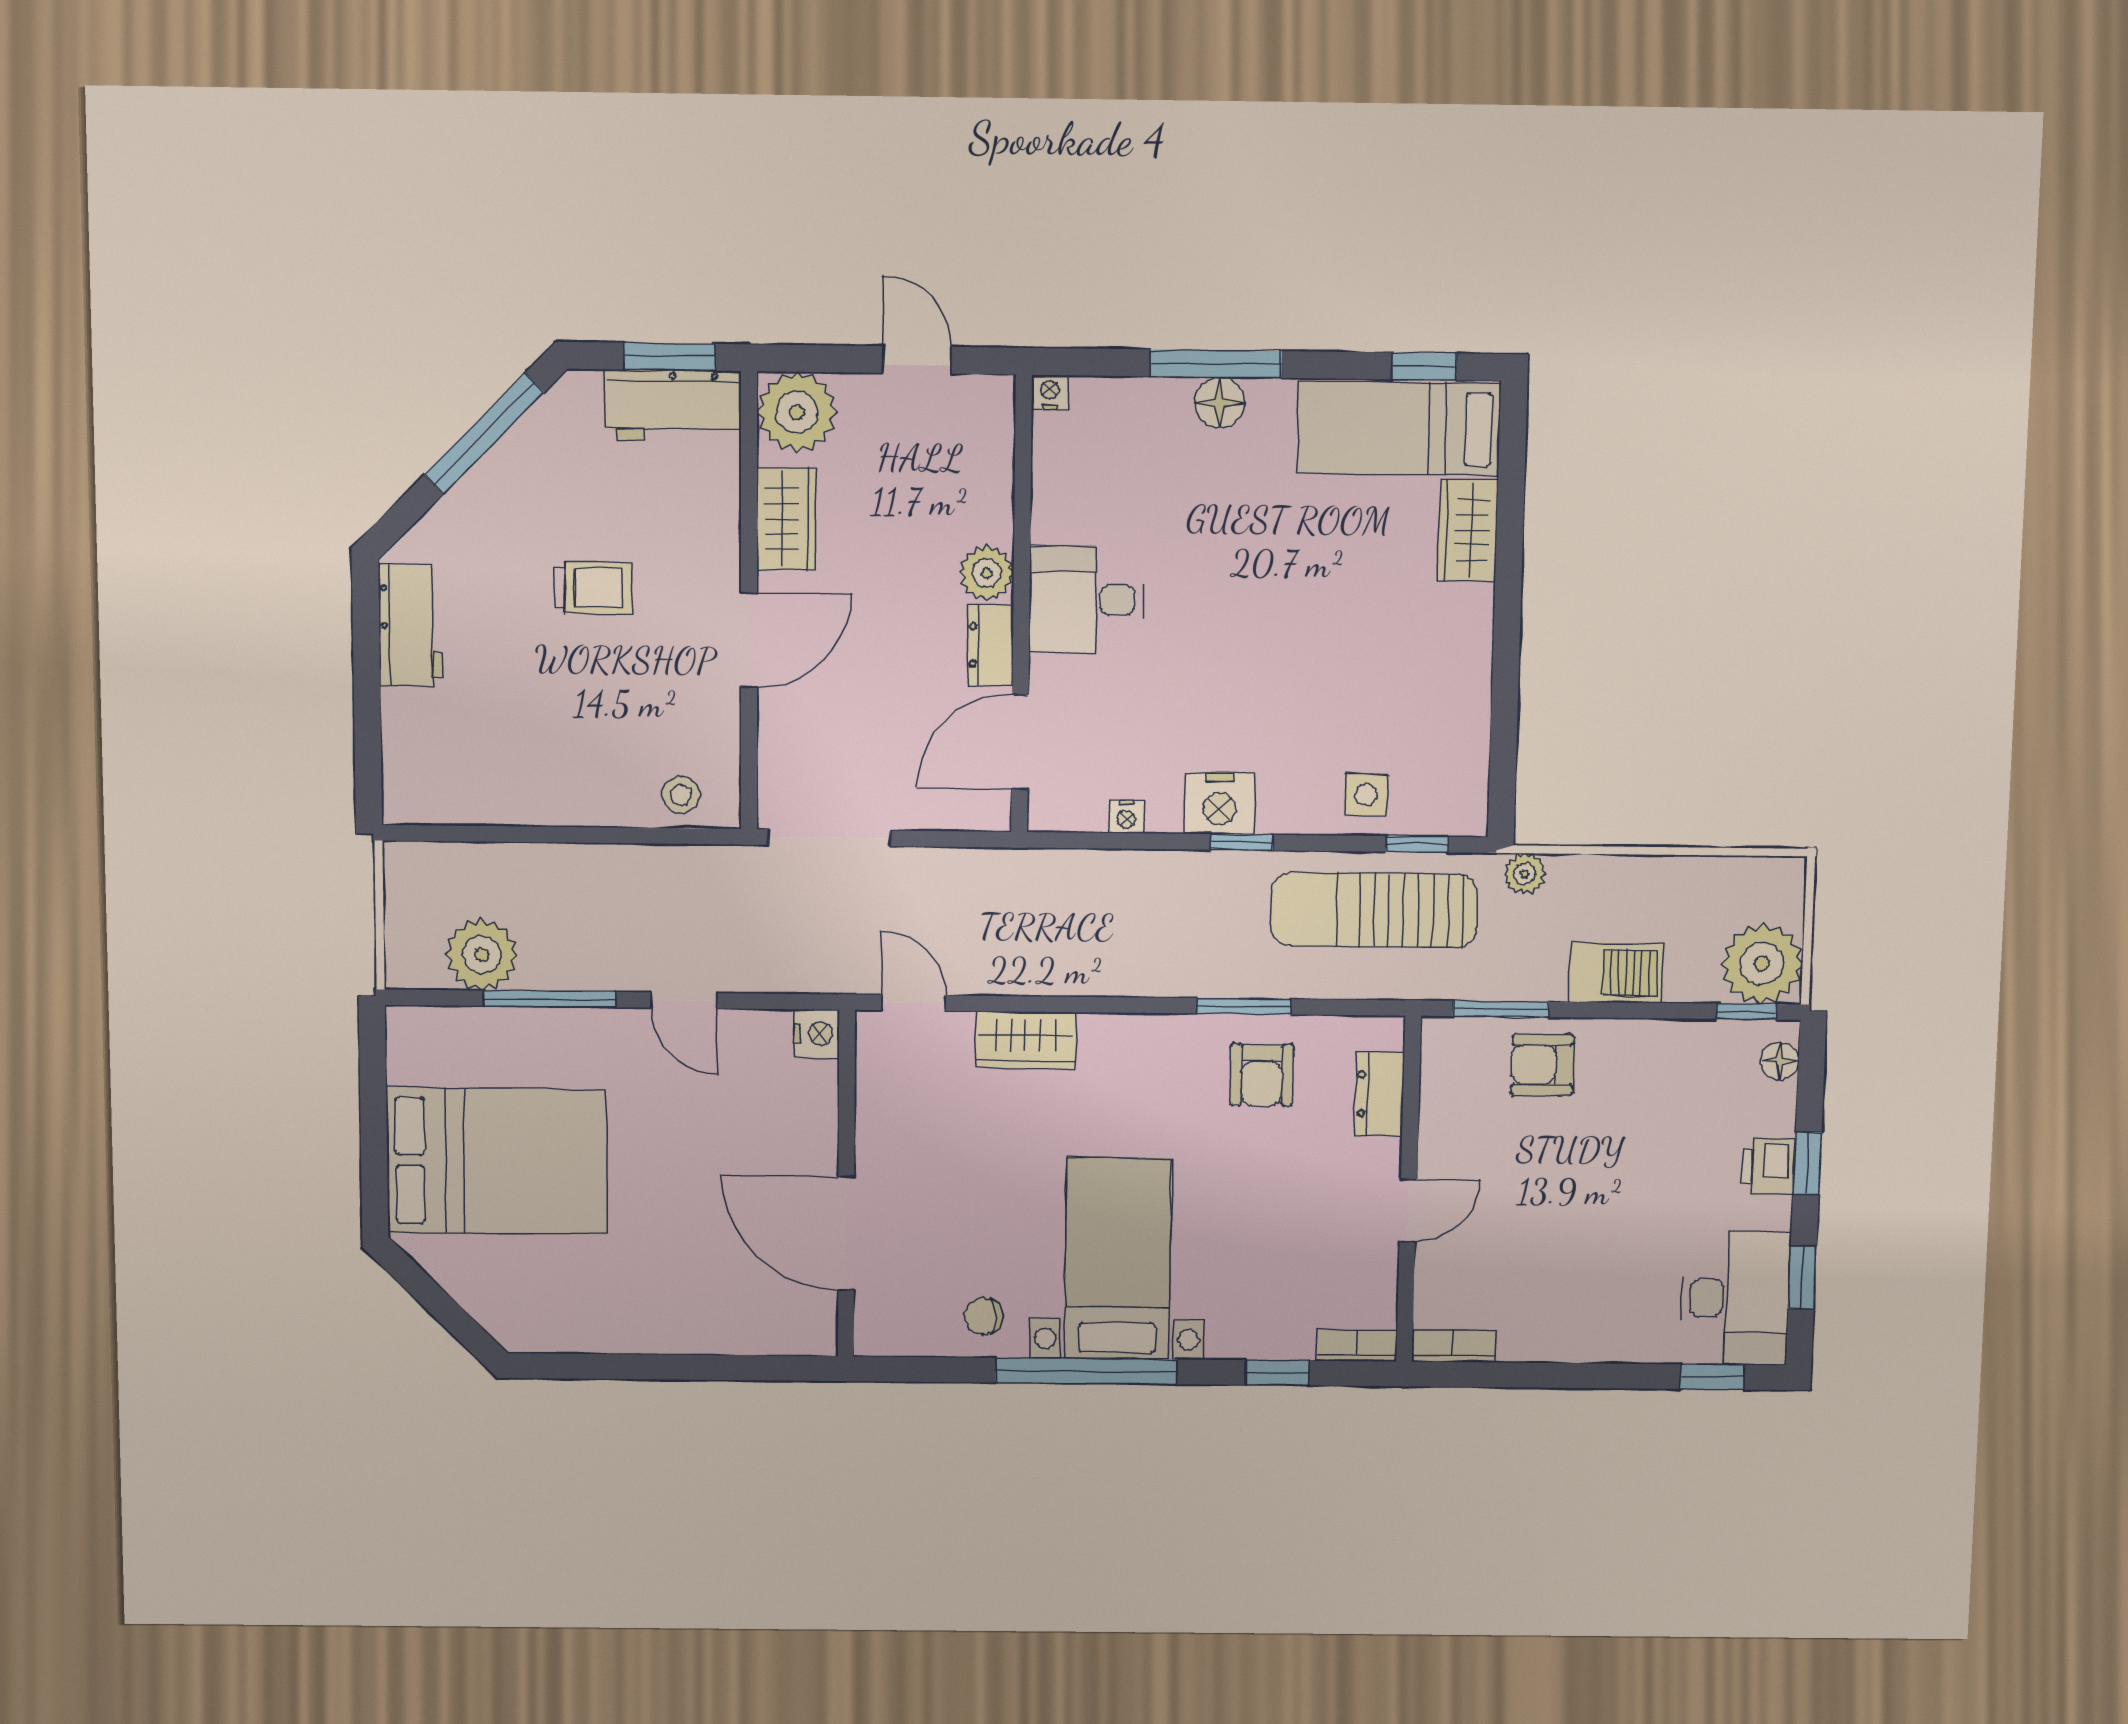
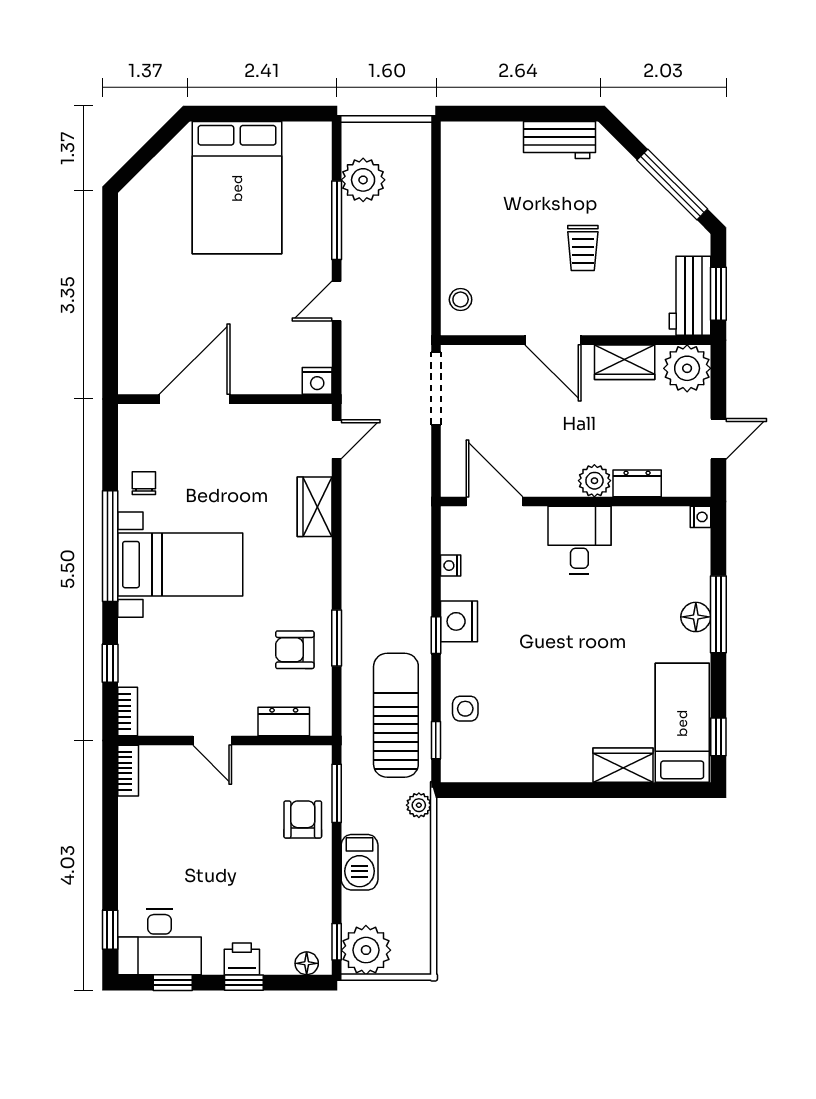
dresser: (990, 645) -> (637, 483), moved

